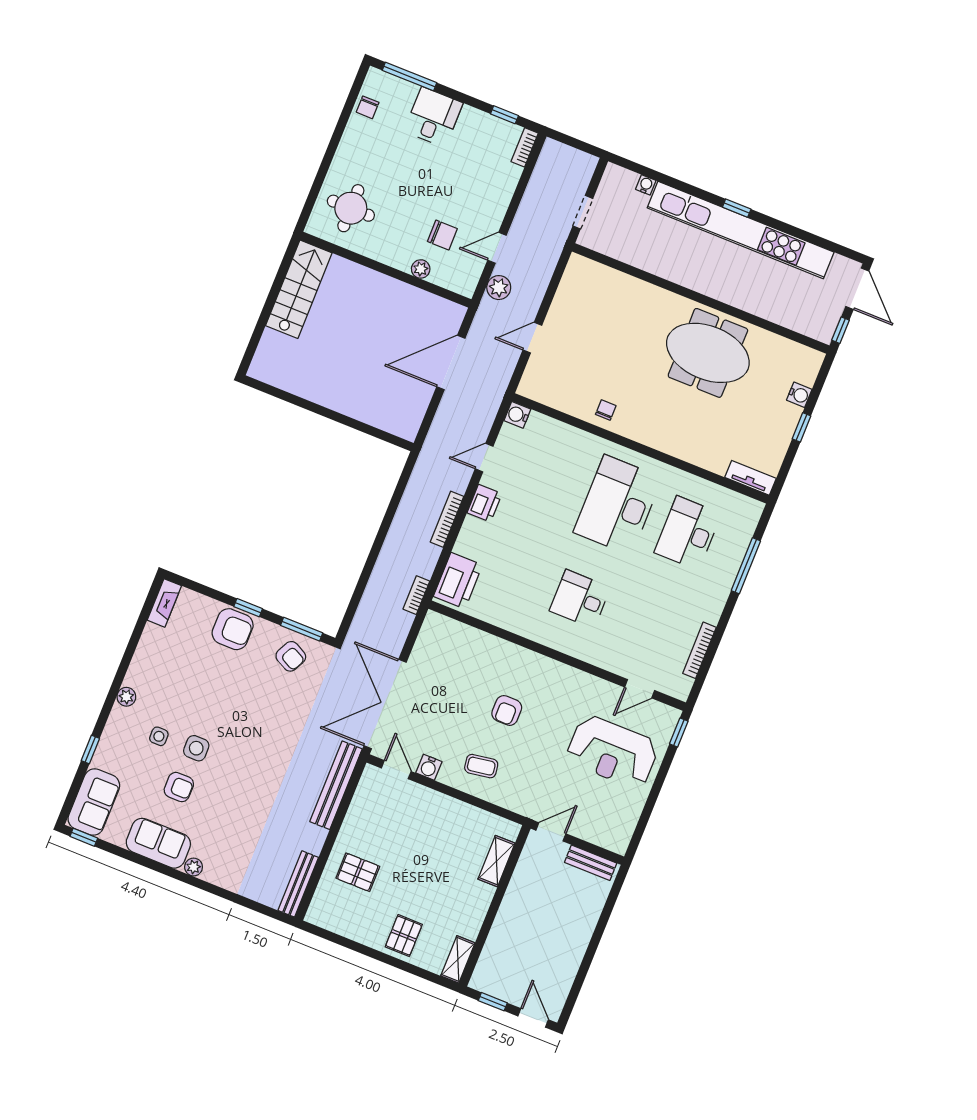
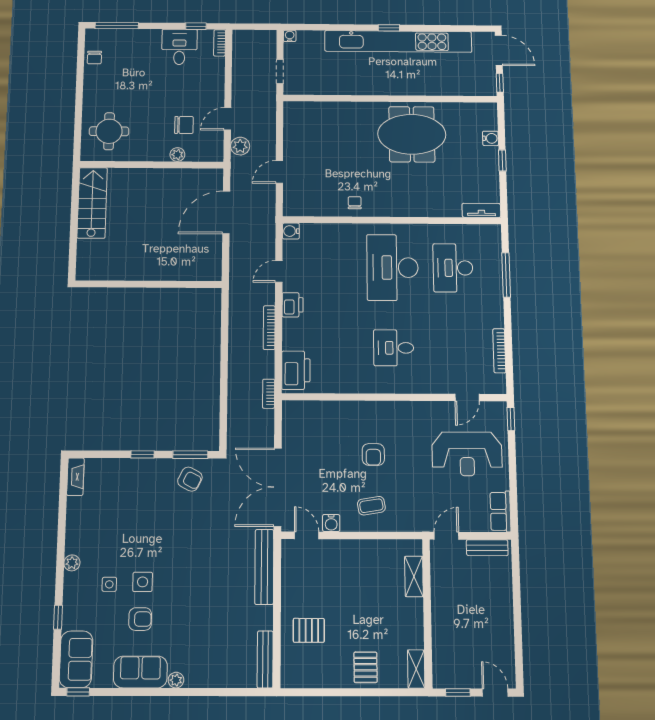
desk: (433, 117) -> (179, 47), moved
water cooler: (646, 185) -> (290, 36), moved
armchair: (233, 629) -> (137, 476), removed
row of seats: (622, 829) -> (500, 511), added

